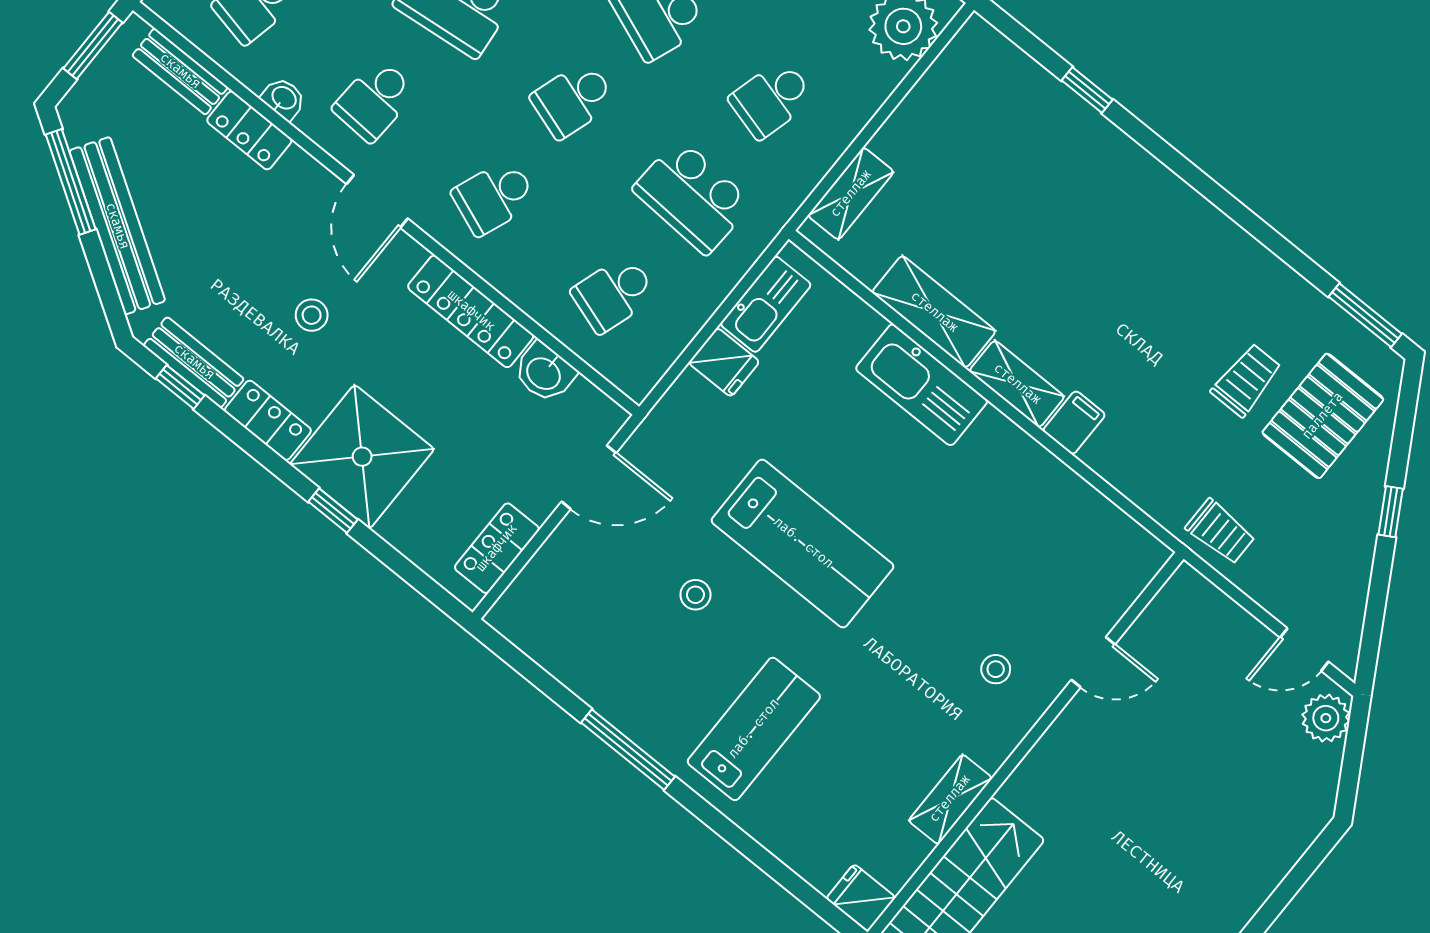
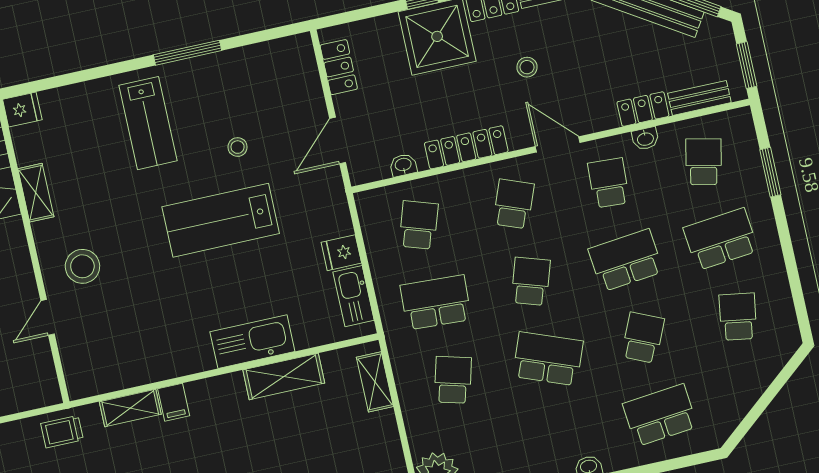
washbasin: (544, 373) -> (403, 165), width x0.72, depth x0.69
shelving: (1017, 384) -> (130, 408), moved
stool: (996, 669) -> (82, 266), width x1.89, depth x1.89

